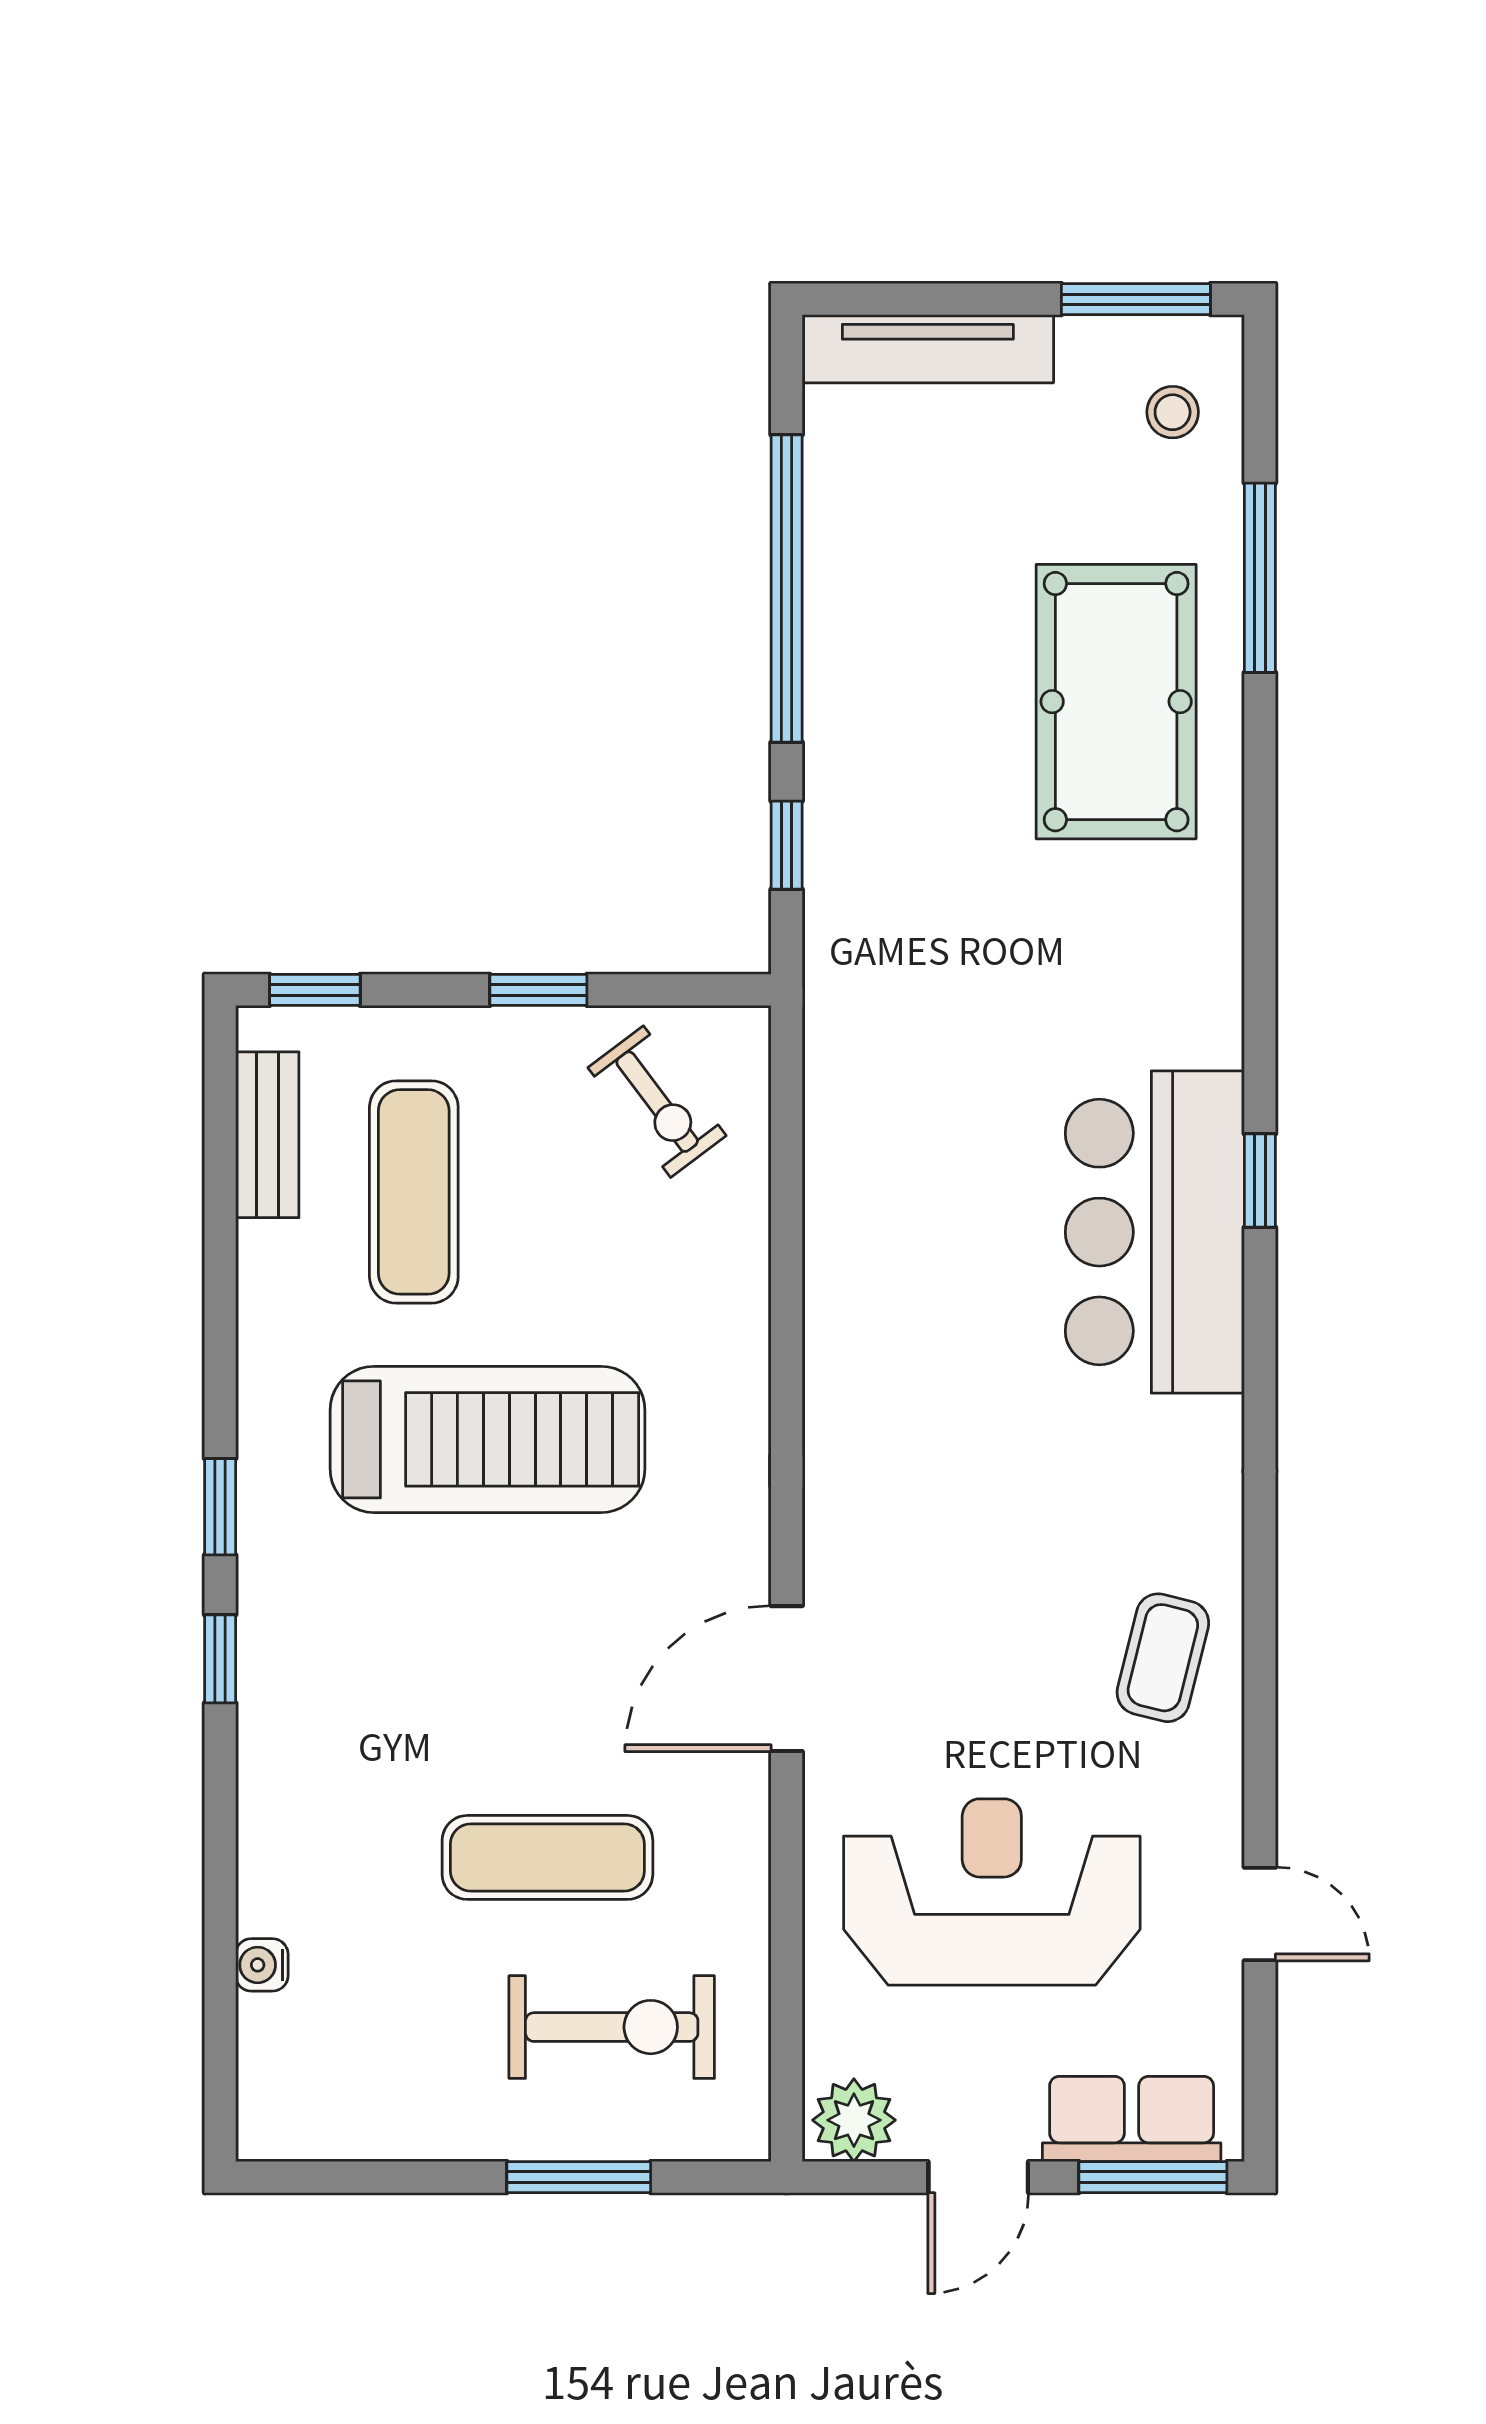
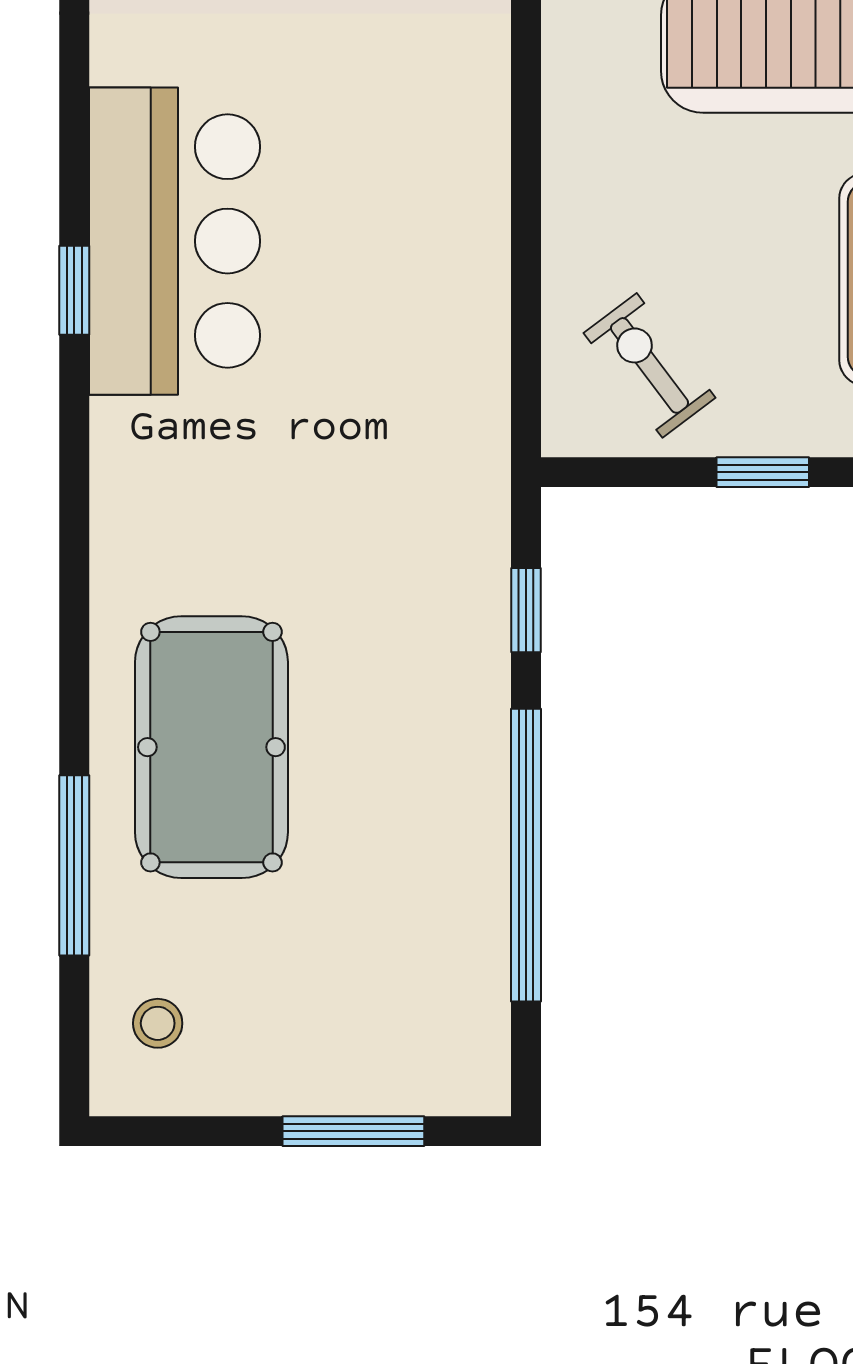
window: (1136, 299) -> (353, 1131), moved
tv unit: (928, 349) -> (391, 1084), removed

